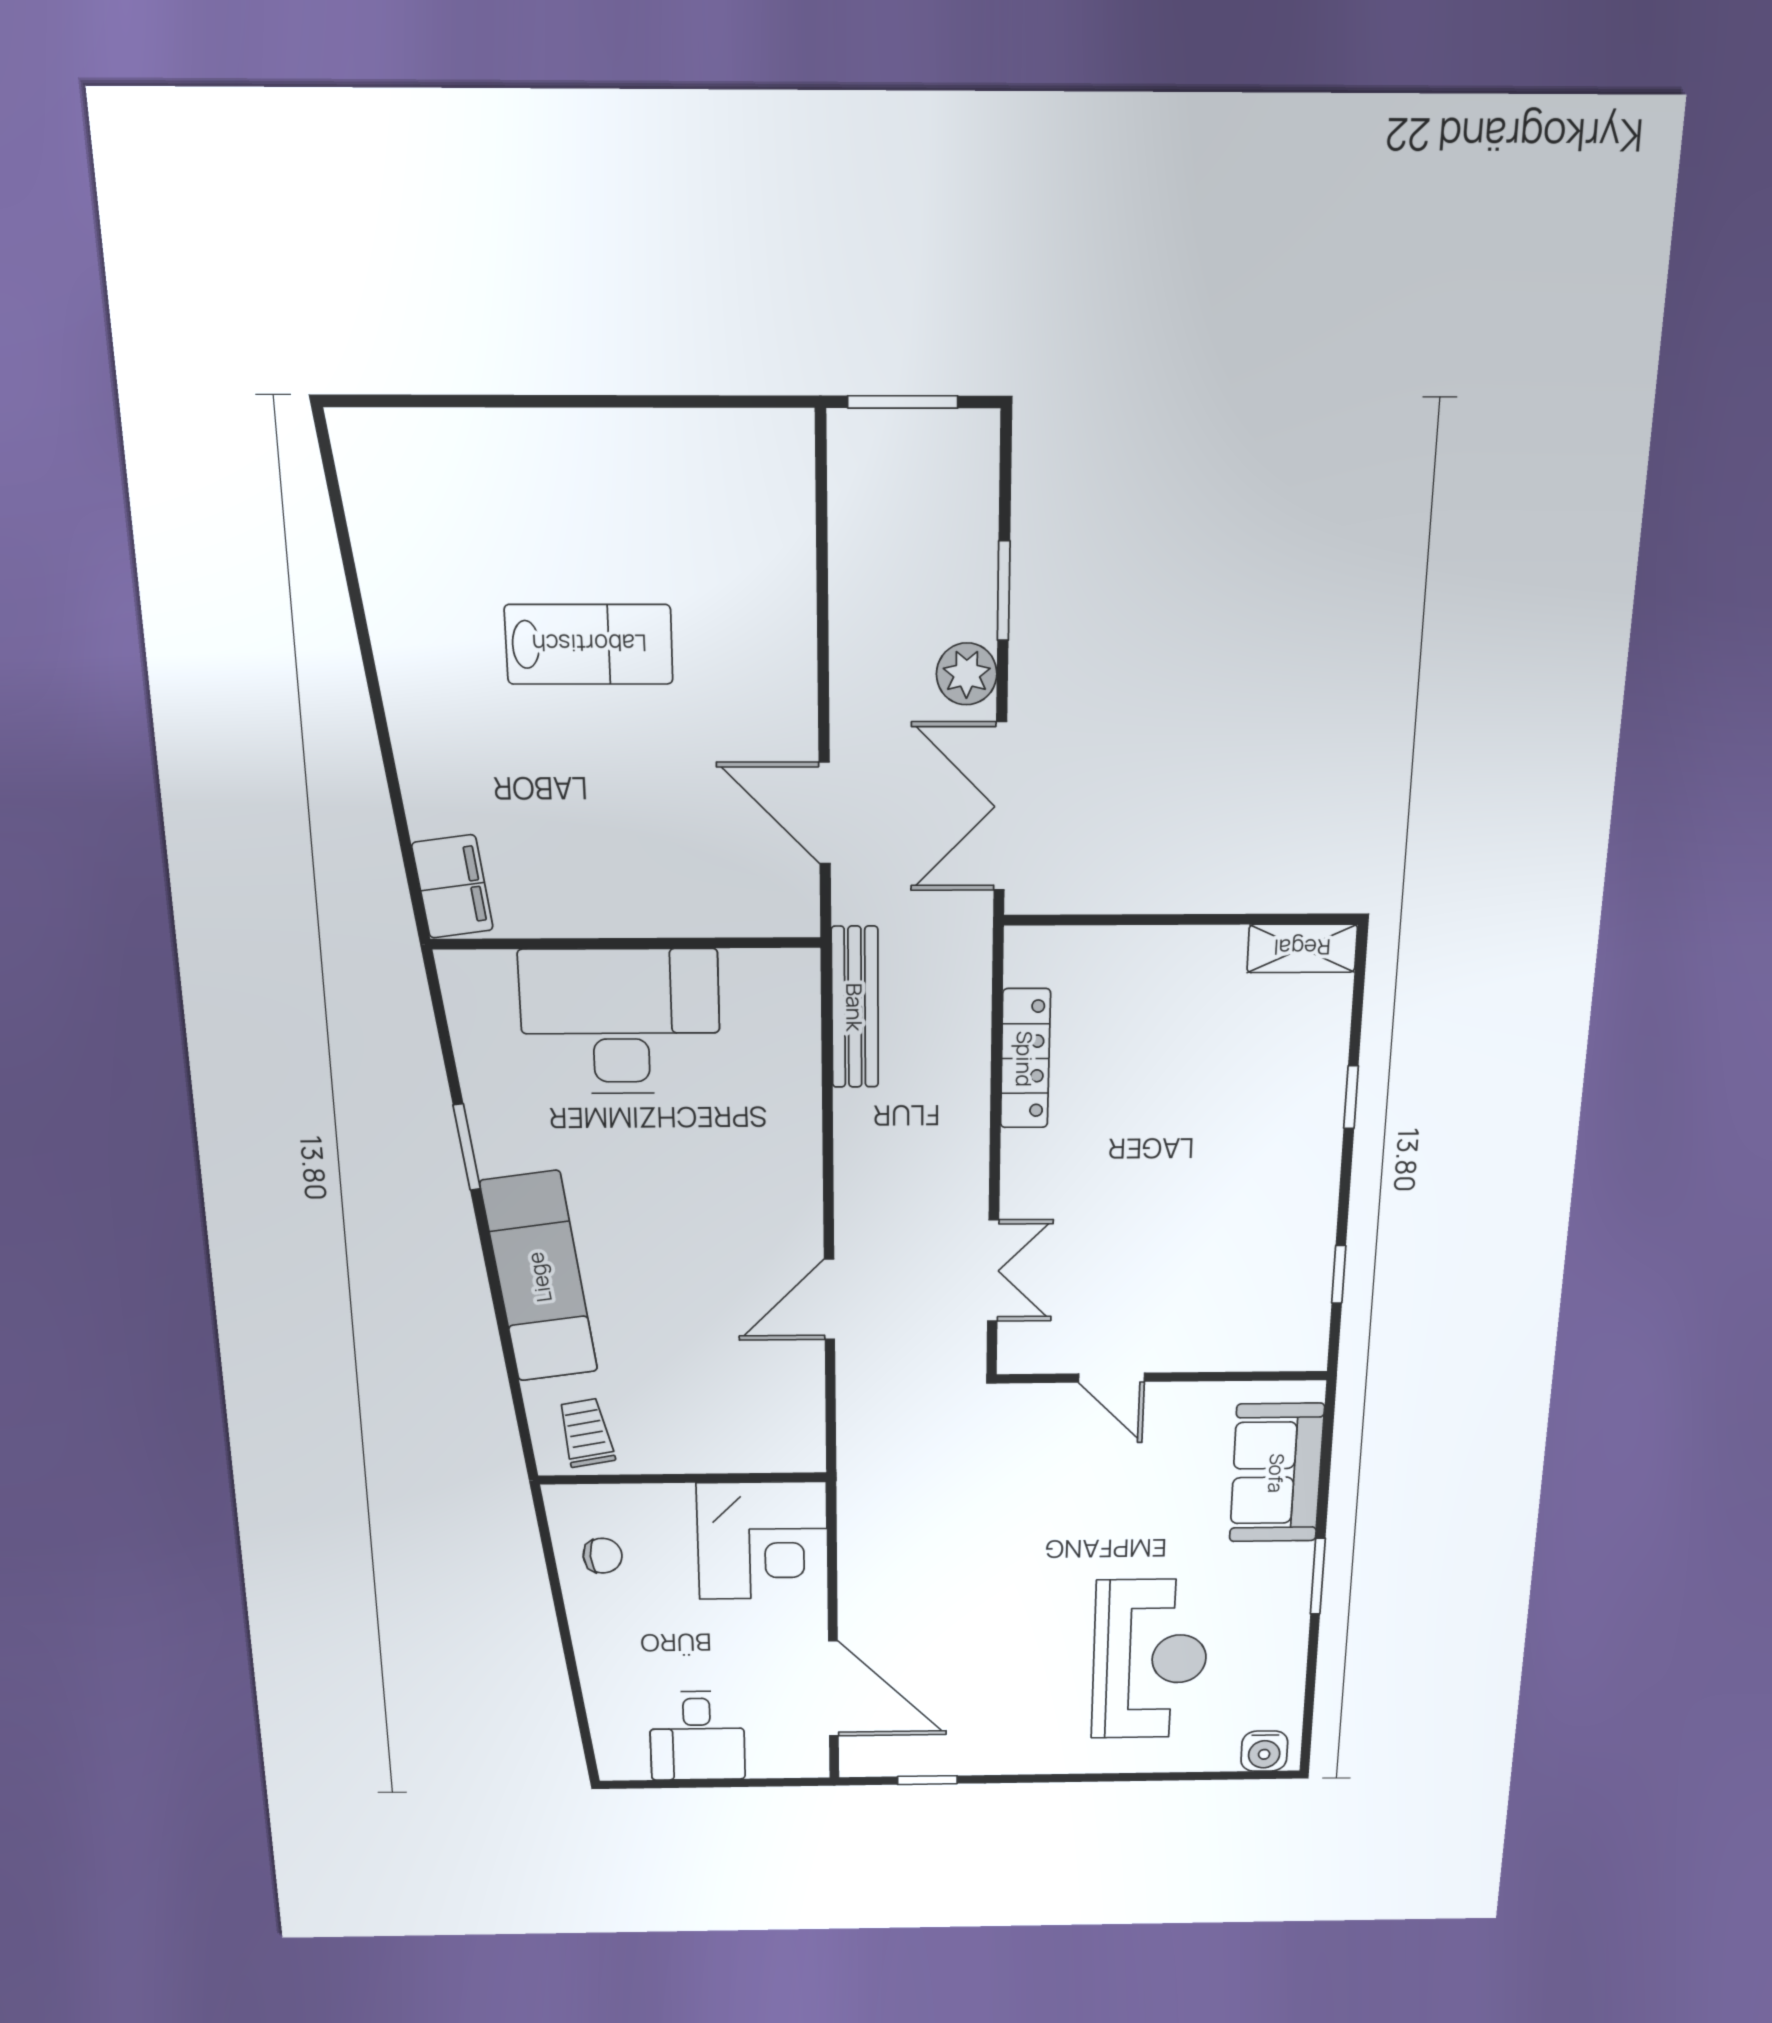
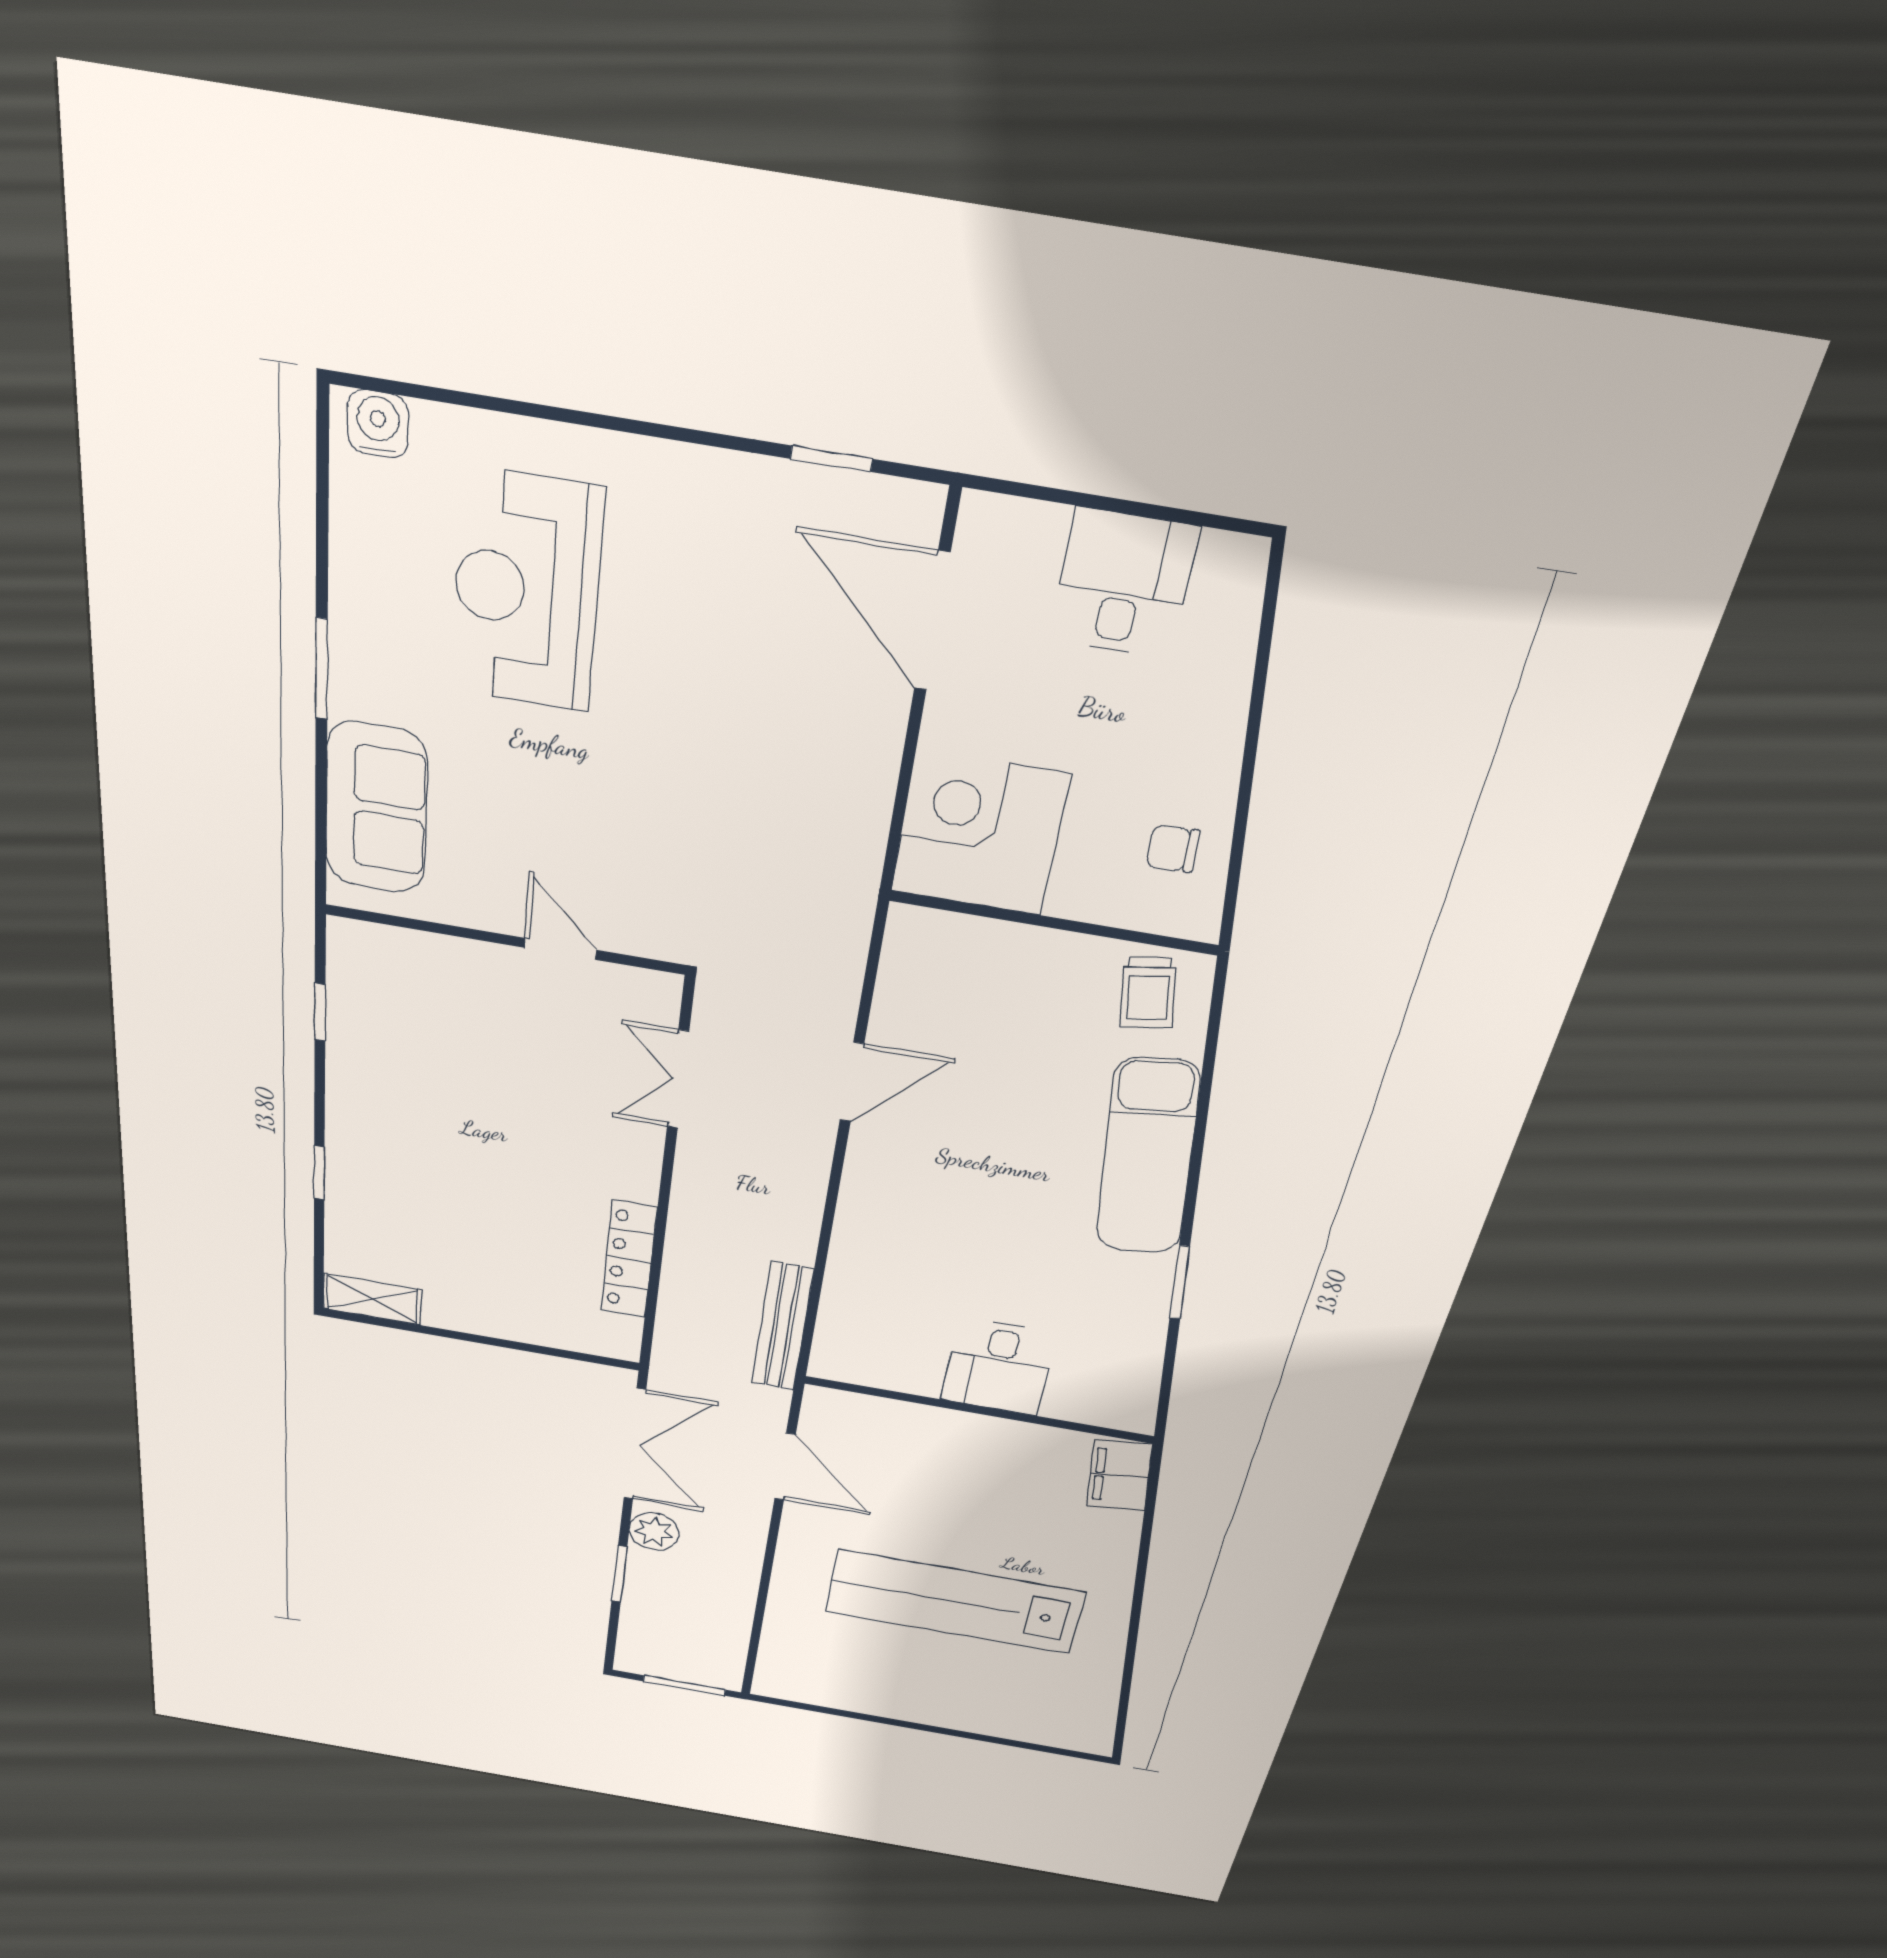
lab bench: (589, 644) -> (954, 1602), width x1.86, depth x1.39
desk: (620, 1022) -> (998, 1367), width x0.53, depth x0.77

